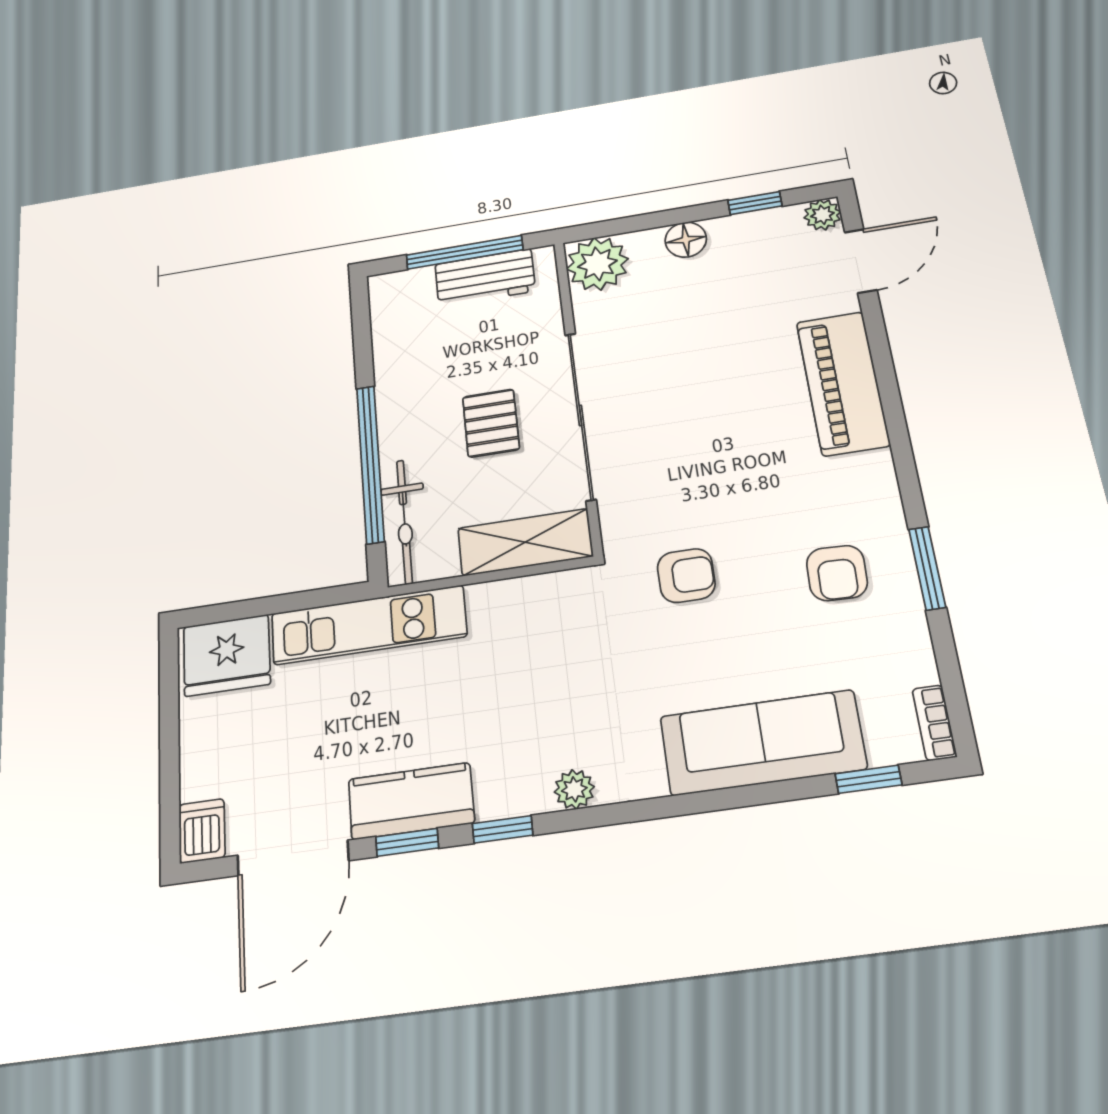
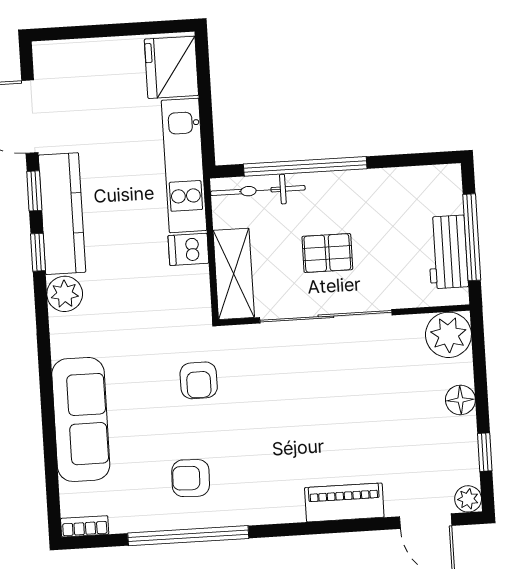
piano: (843, 383) -> (344, 502), width x0.73, depth x0.75
window: (927, 568) -> (188, 536), width x2.11
window: (868, 779) -> (52, 482), removed
plant: (574, 789) -> (65, 294), width x1.38, depth x1.38
kitchen counter: (411, 801) -> (62, 214), width x1.50
dishwasher: (202, 831) -> (188, 249), moved, turned 180

